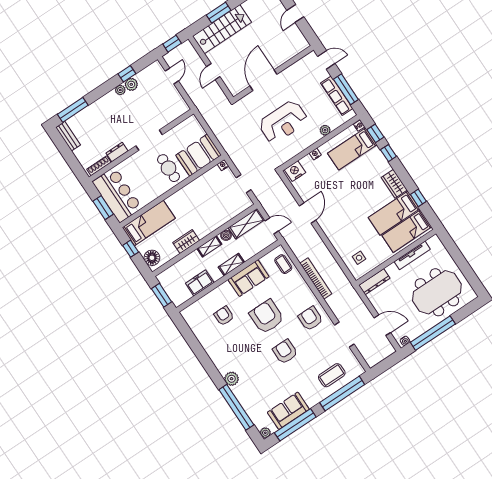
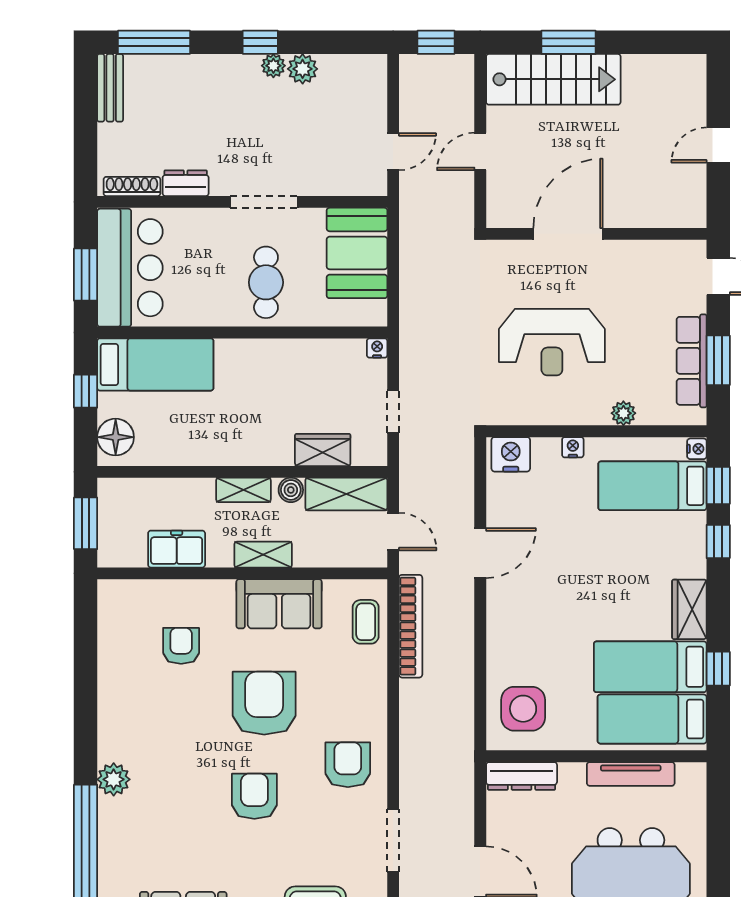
window: (127, 74) -> (260, 42), moved
door: (172, 76) -> (393, 152), moved
window: (346, 89) -> (718, 360), width x0.69
booth: (199, 155) -> (357, 253), moved, turned 90
wardrobe: (186, 242) -> (323, 450), moved
side table: (359, 258) -> (523, 709), width x1.87, depth x1.87
bookcase: (316, 279) -> (411, 626), moved

